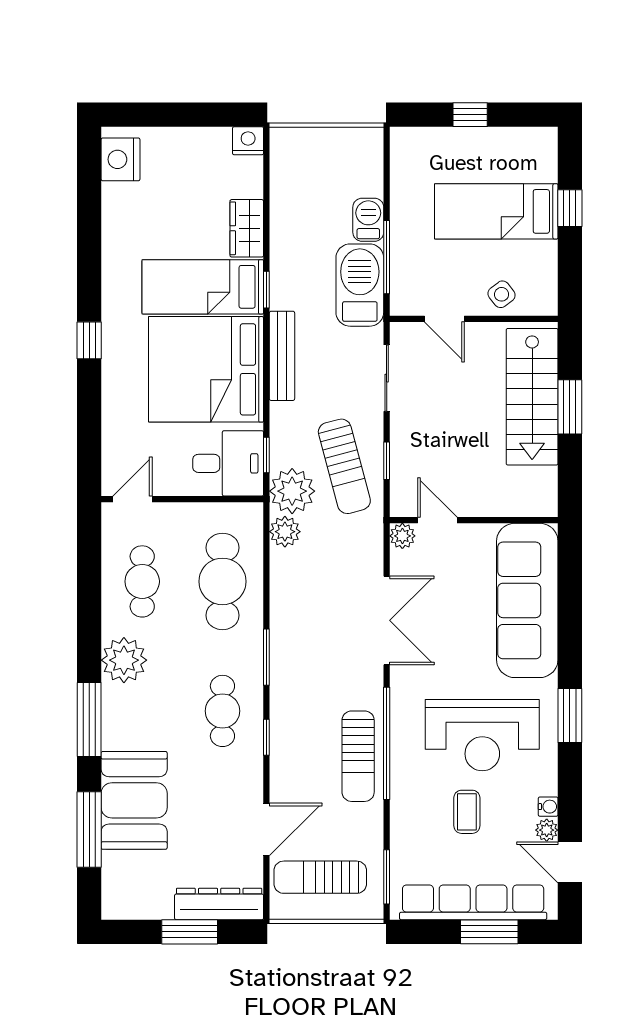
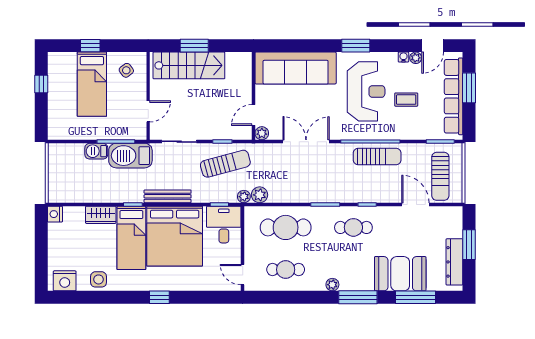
window: (470, 115) -> (41, 84), moved
side table: (123, 224) -> (99, 279), added
side table: (502, 294) -> (126, 70), moved
plant: (292, 491) -> (244, 197), width x0.53, depth x0.53
plant: (124, 660) -> (332, 285), width x0.53, depth x0.53
dresser: (219, 904) -> (454, 262), moved

